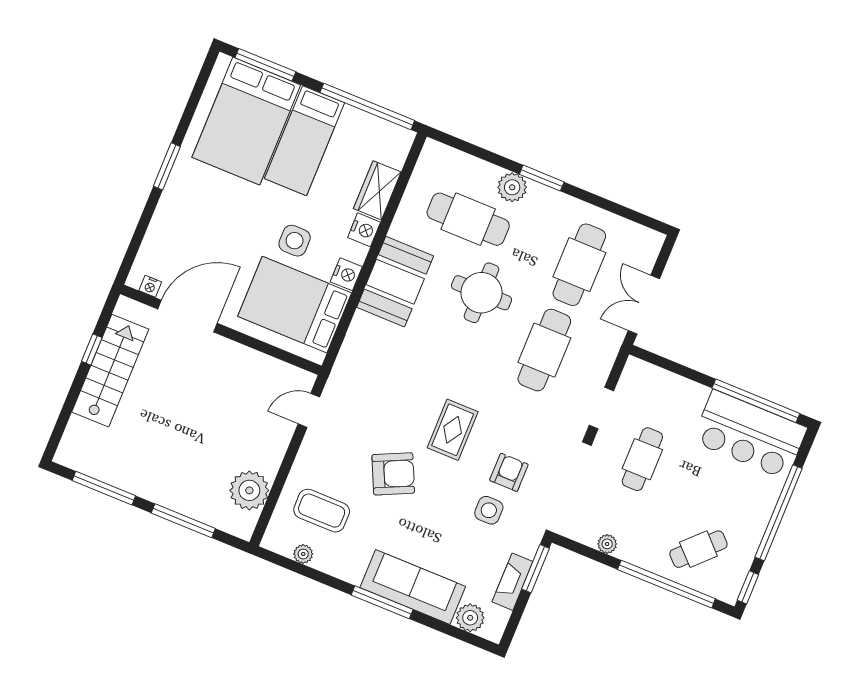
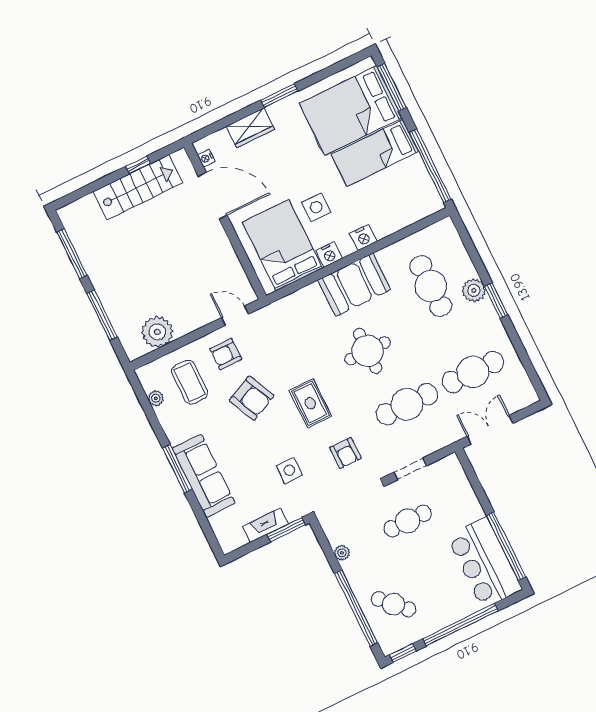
wardrobe: (377, 190) -> (250, 128), moved, turned 180
round table: (482, 293) -> (368, 351), moved
rug: (453, 430) -> (310, 403), turned 90
armchair: (332, 454) -> (226, 354), added
armchair: (509, 472) -> (345, 453), moved, turned 90
plant: (470, 618) -> (221, 524), removed

